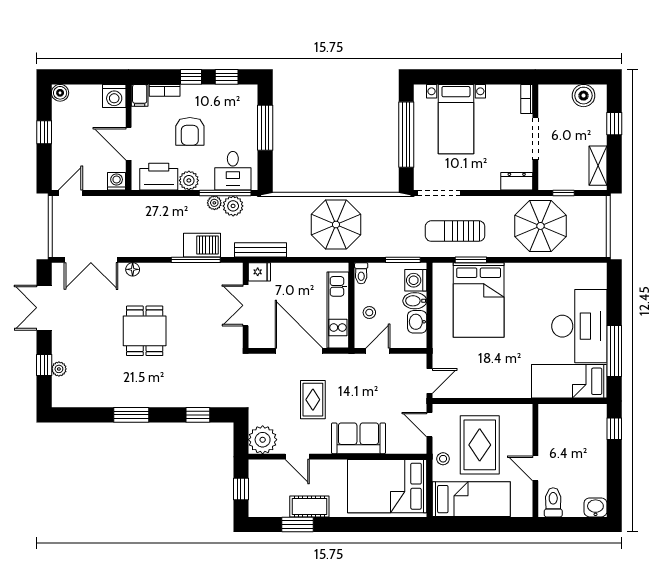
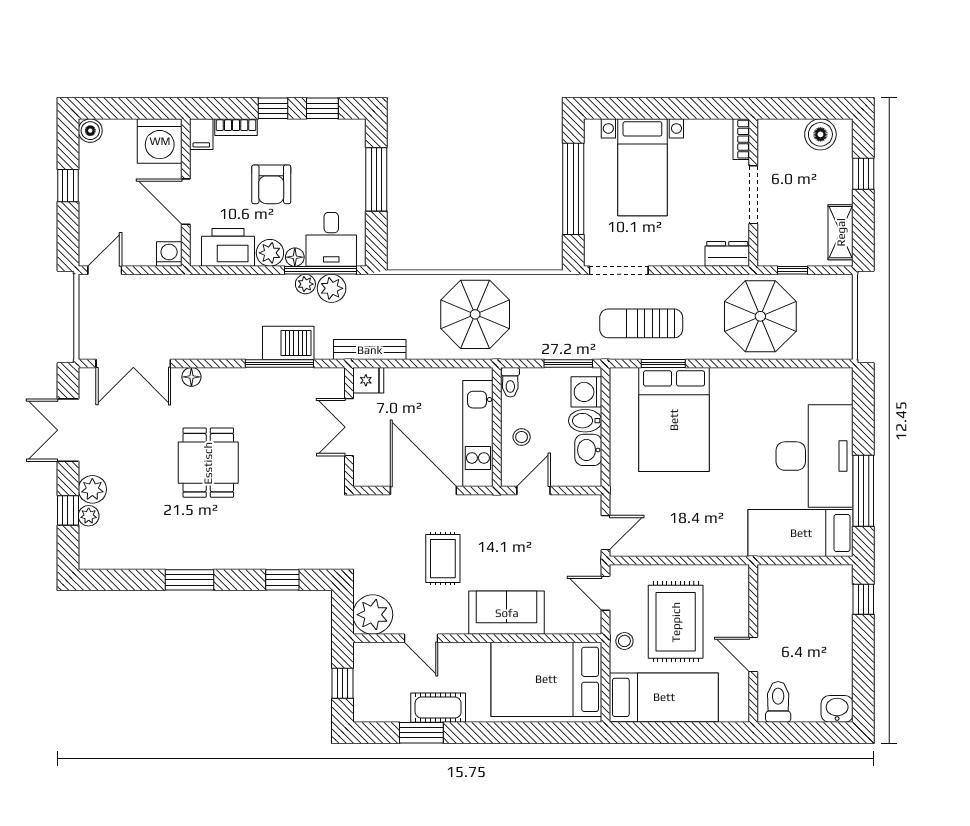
washing machine: (114, 96) -> (160, 141), width x1.37, depth x1.37
floor lamp: (207, 184) -> (295, 257), added
plant: (62, 350) -> (92, 489), added

